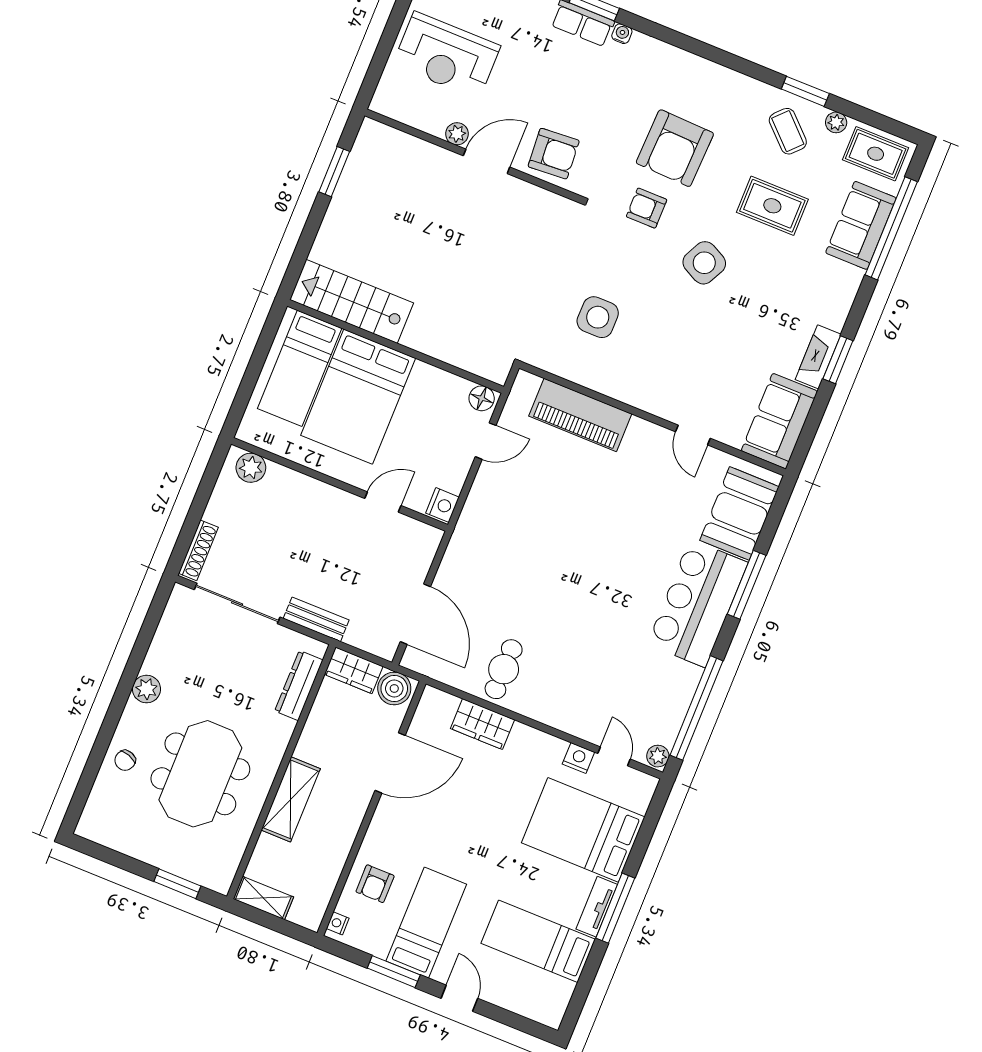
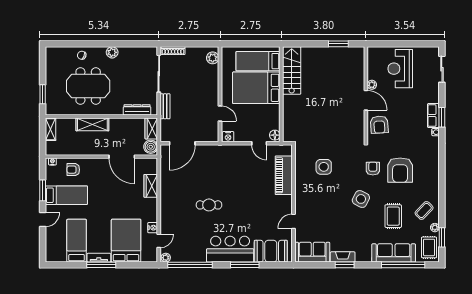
window: (805, 91) -> (442, 237), moved
armchair: (675, 148) -> (400, 170), turned -92
sofa: (861, 225) -> (394, 253), width x1.36
cafe table: (504, 669) -> (209, 205), moved

